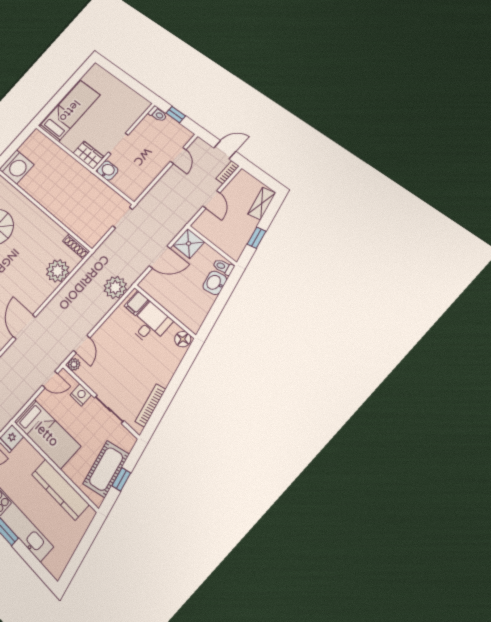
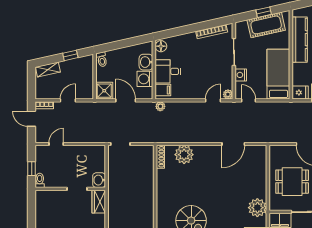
washbasin: (215, 283) -> (146, 62), moved, turned 103
plant: (115, 287) -> (160, 106), width x0.53, depth x0.53
washing machine: (164, 294) -> (145, 79), added

